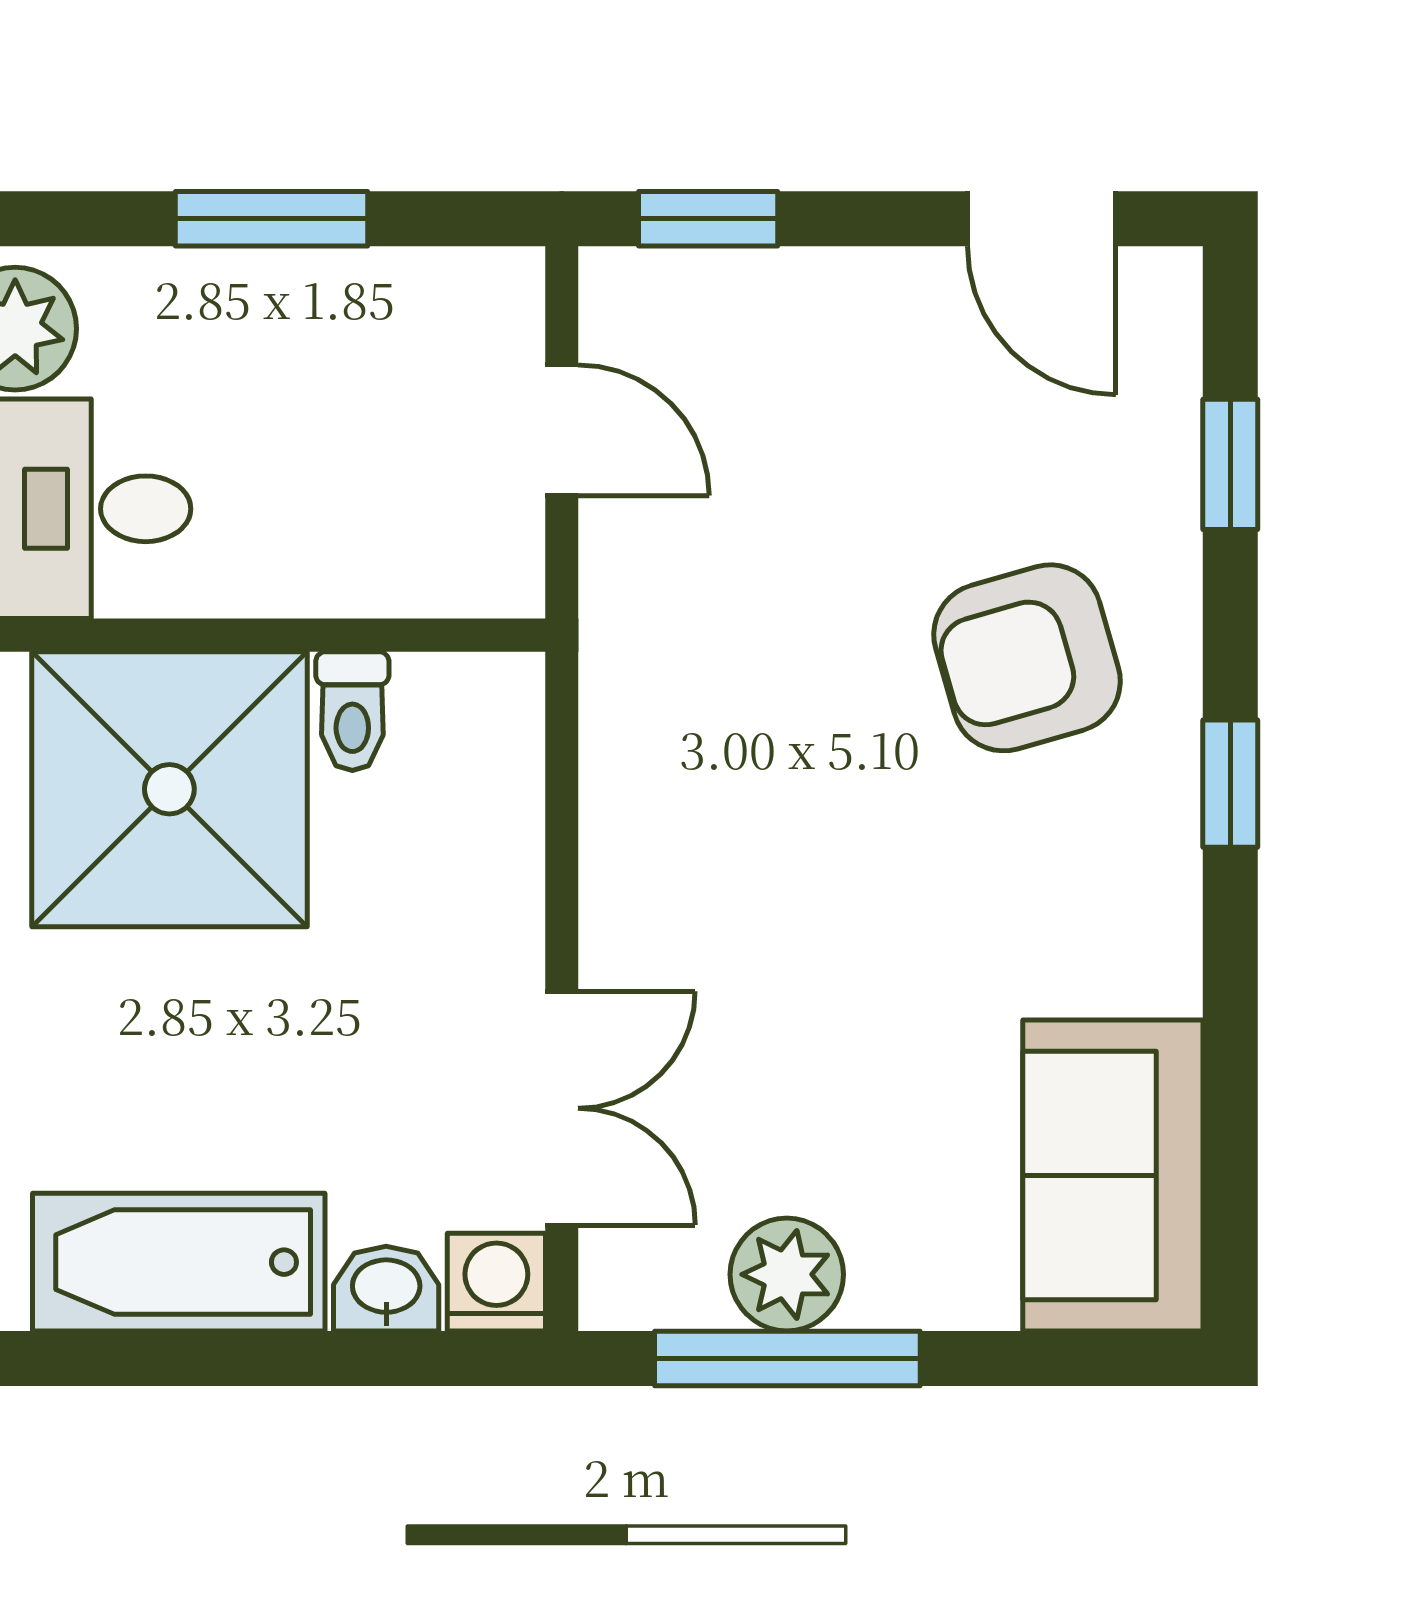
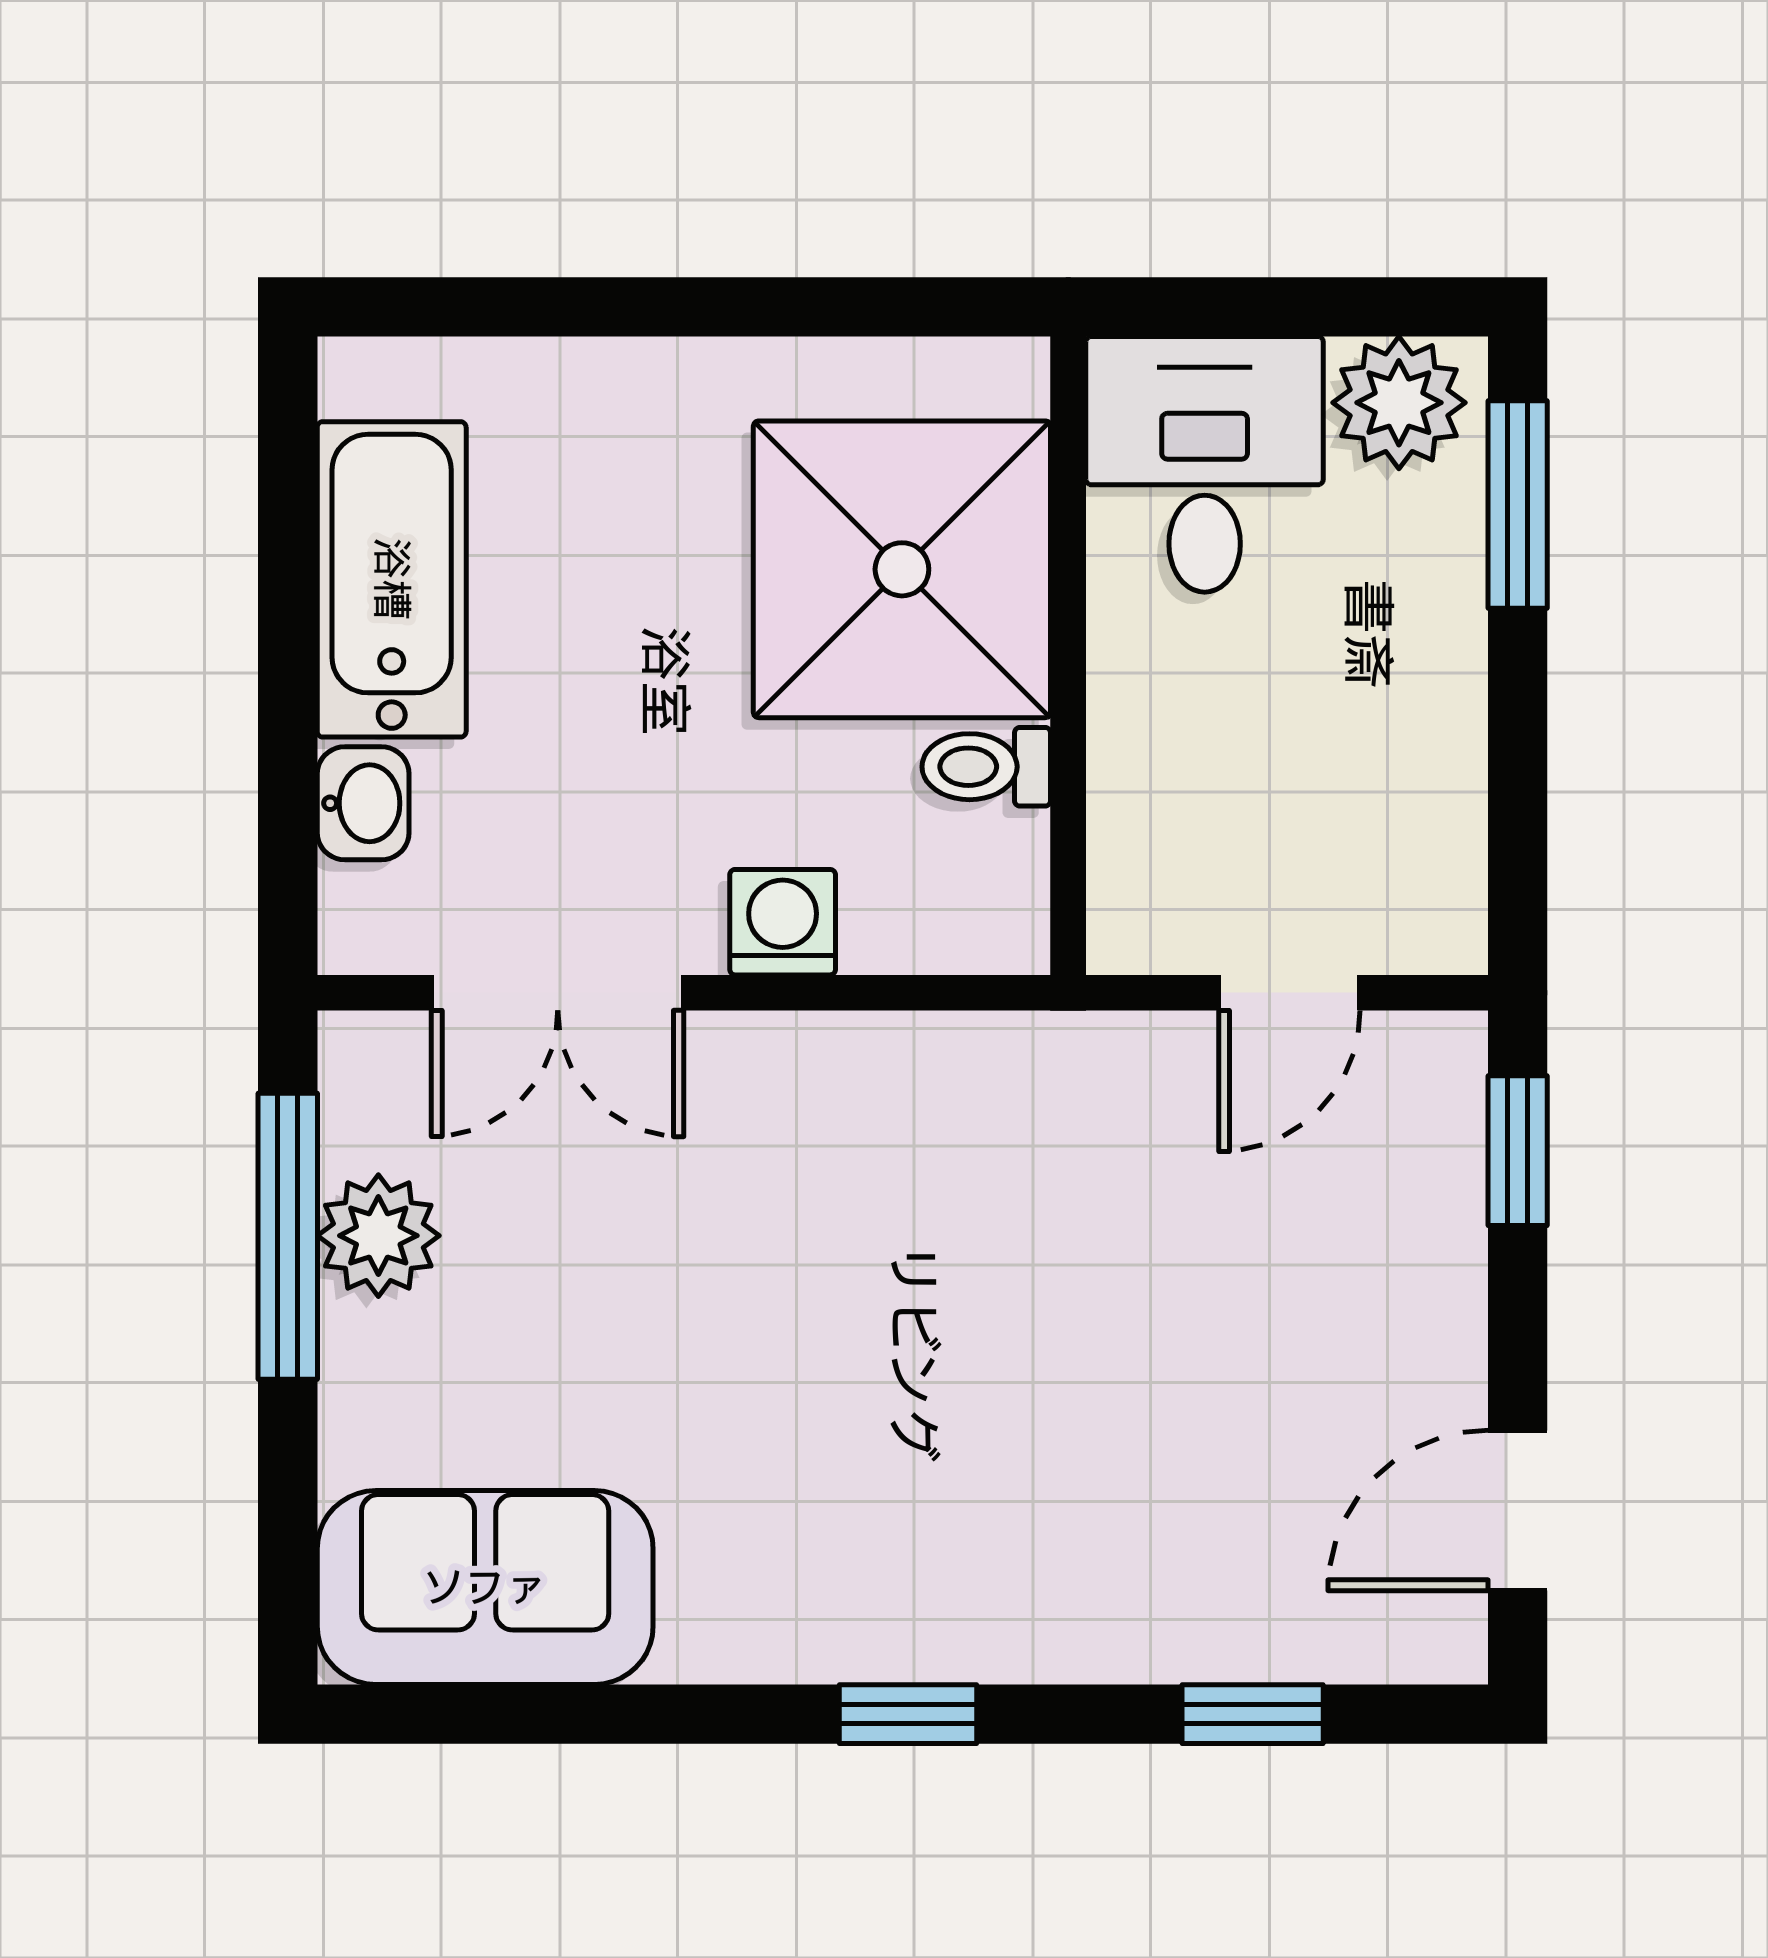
window: (271, 219) -> (1518, 505), moved
armchair: (1027, 658) -> (1044, 1495), removed
washing machine: (496, 1282) -> (783, 922), moved, turned -90

